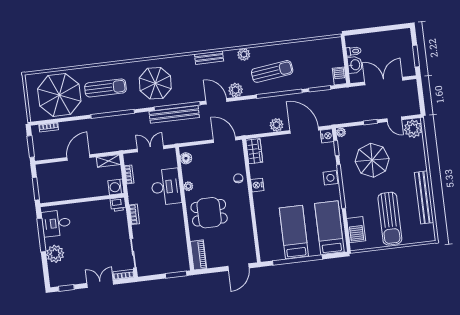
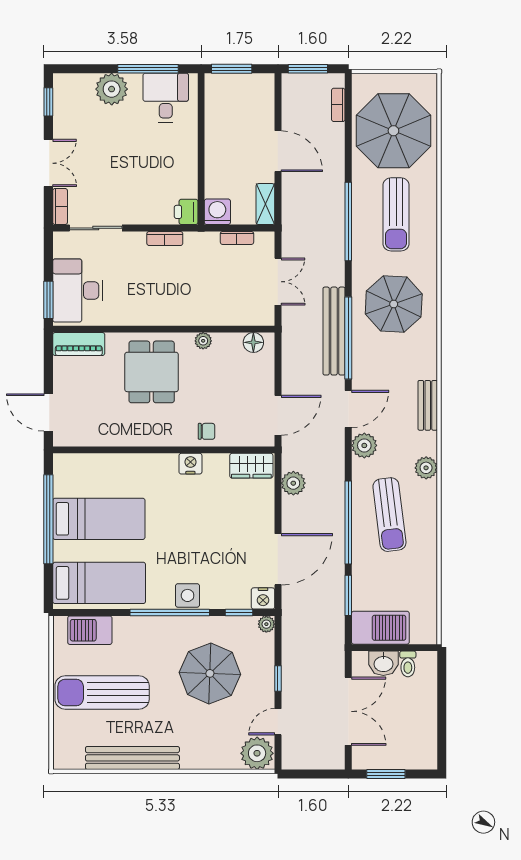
barbecue: (339, 76) -> (380, 628), width x1.88, depth x1.53
plant: (277, 125) -> (293, 483), moved
desk: (166, 187) -> (78, 291), moved, turned 90

